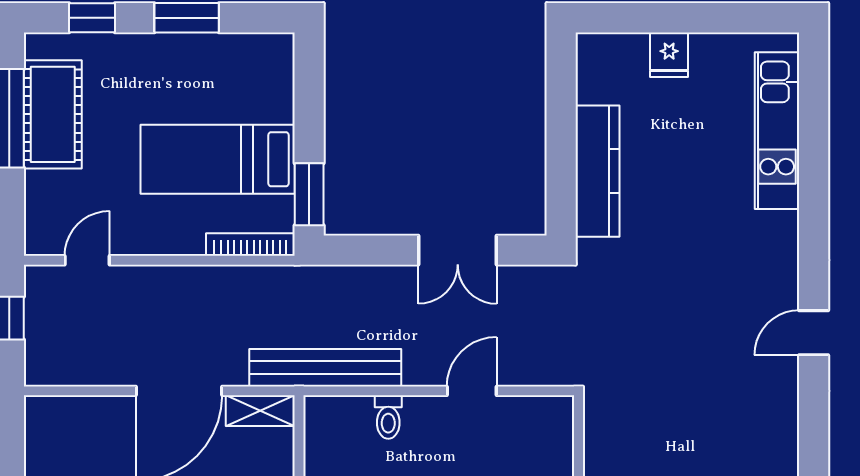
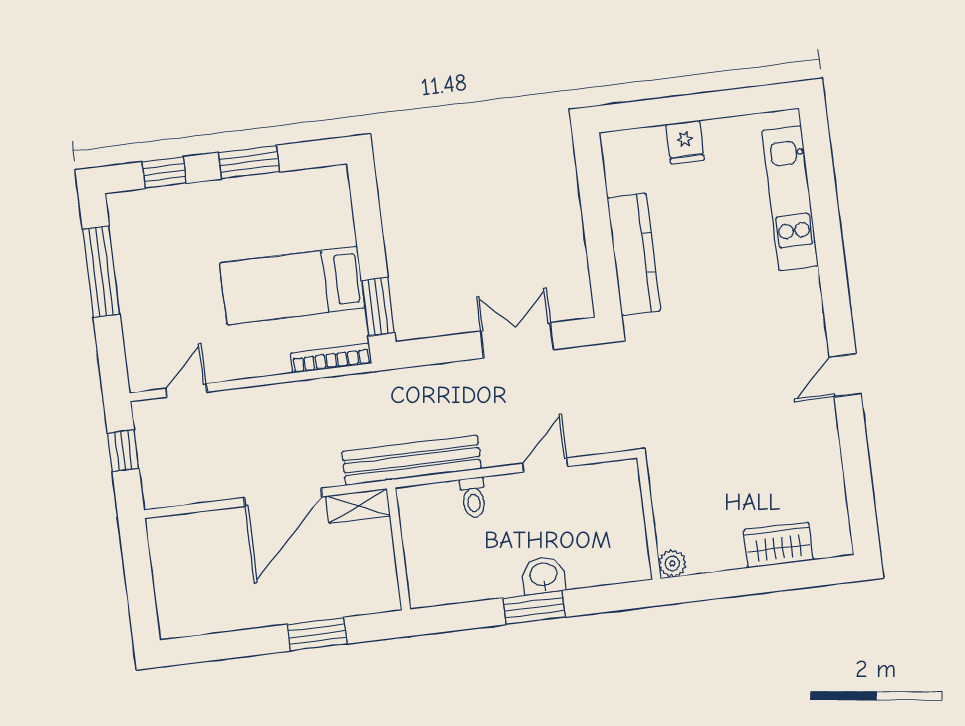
cot: (53, 114) -> (140, 263), removed
double door: (458, 250) -> (517, 340), swing flipped

